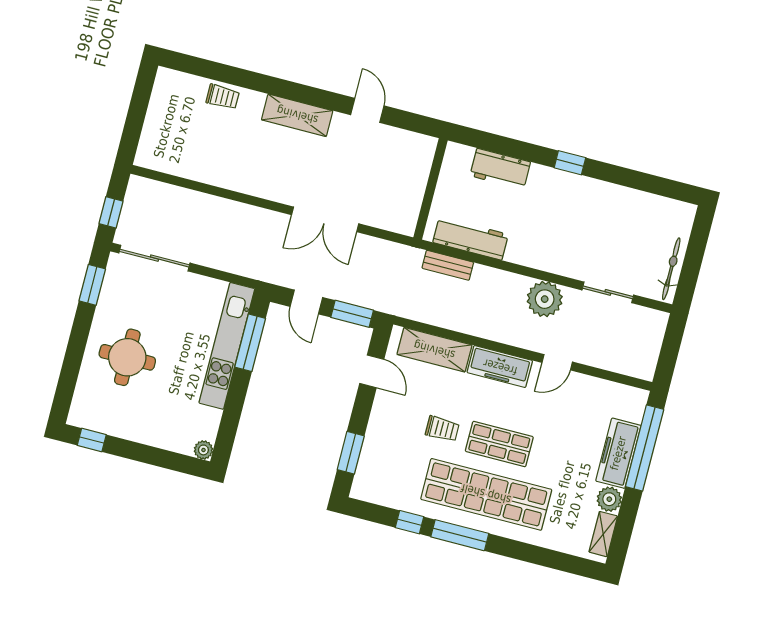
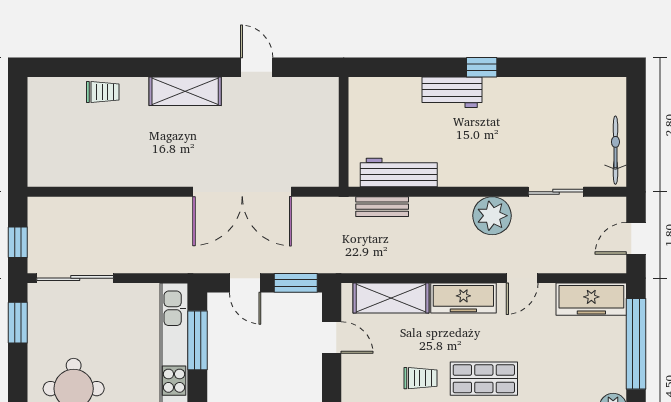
workbench: (500, 169) -> (452, 92), moved
double door: (325, 219) -> (242, 192), width x1.36
door: (669, 353) -> (636, 238), added
freezer: (618, 453) -> (591, 299), moved, turned -90

